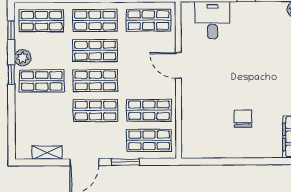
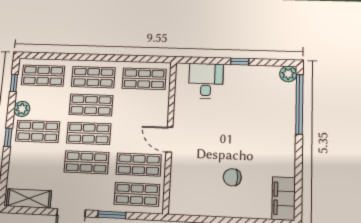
door: (178, 65) -> (169, 140), moved
window: (11, 74) -> (8, 137), moved
chair: (243, 118) -> (232, 177), turned -90
shelving: (47, 152) -> (29, 198), width x1.50, depth x1.33

